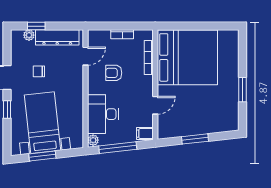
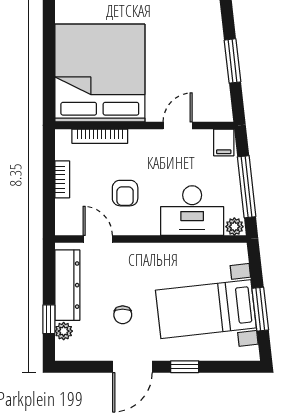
door: (155, 105) -> (178, 125), hinge flipped

